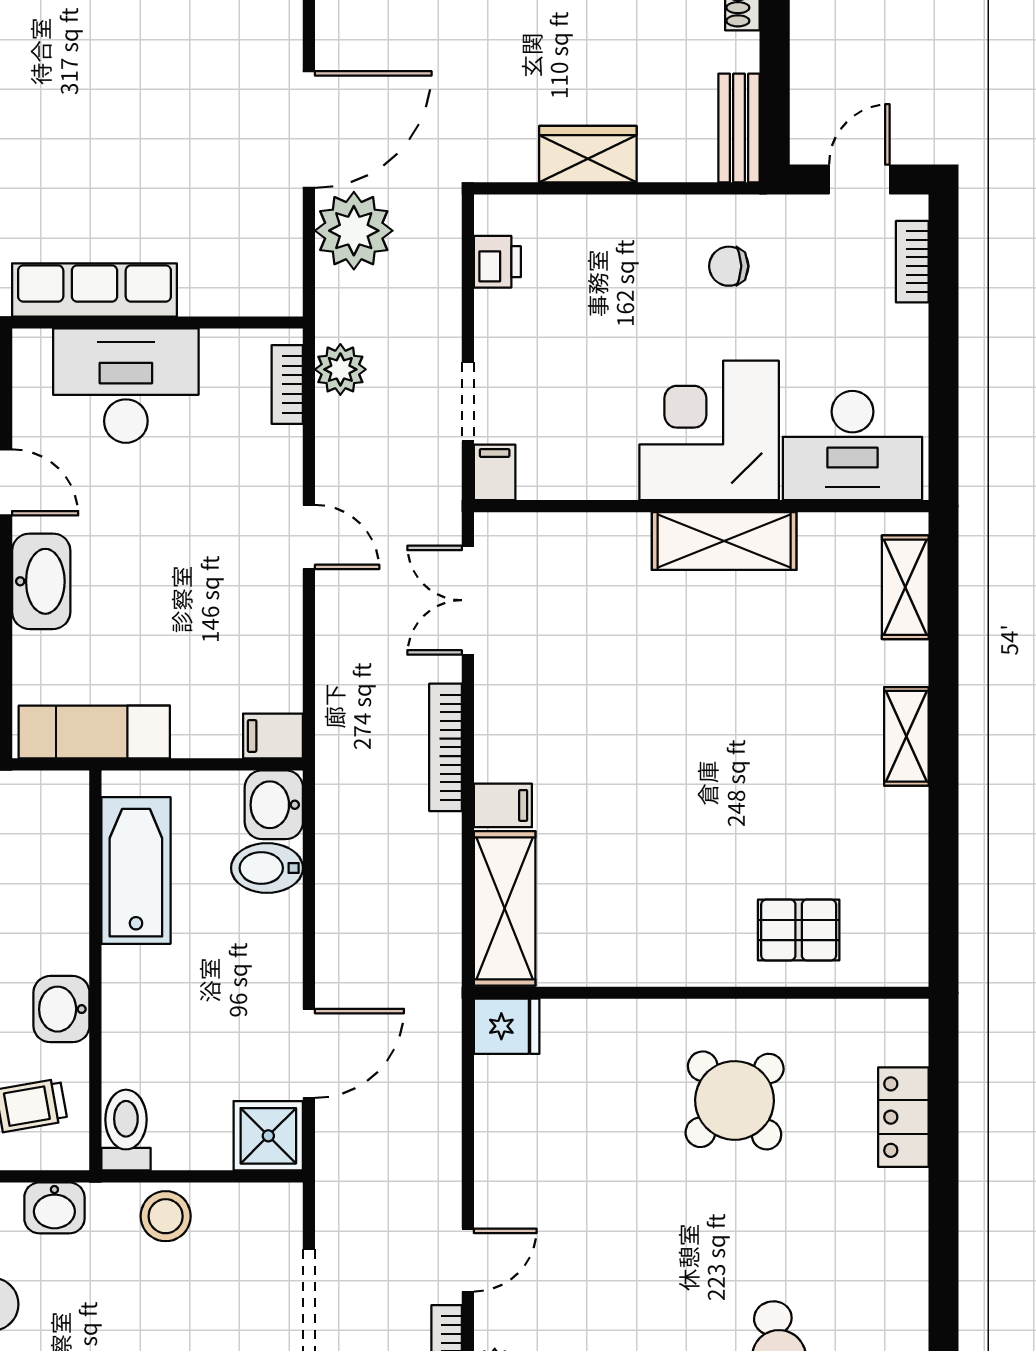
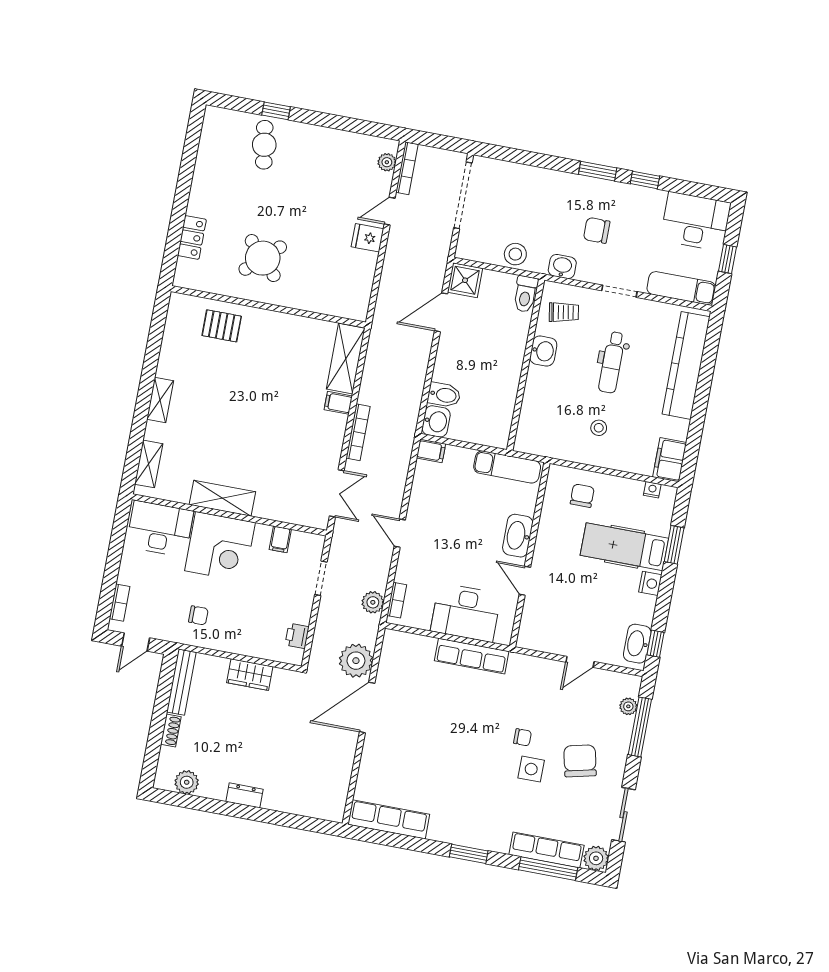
bench: (739, 128) -> (181, 682), width x1.36
filing cabinet: (495, 472) -> (280, 539), moved
bathtub: (136, 870) -> (500, 404), removed
fridge: (507, 1026) -> (367, 238), moved

